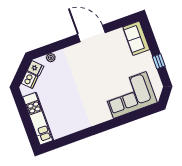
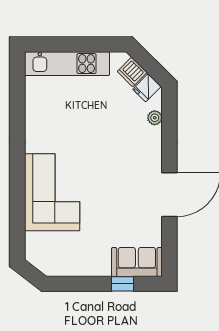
window: (159, 61) -> (122, 284), moved
corner sofa: (130, 95) -> (52, 192), moved

